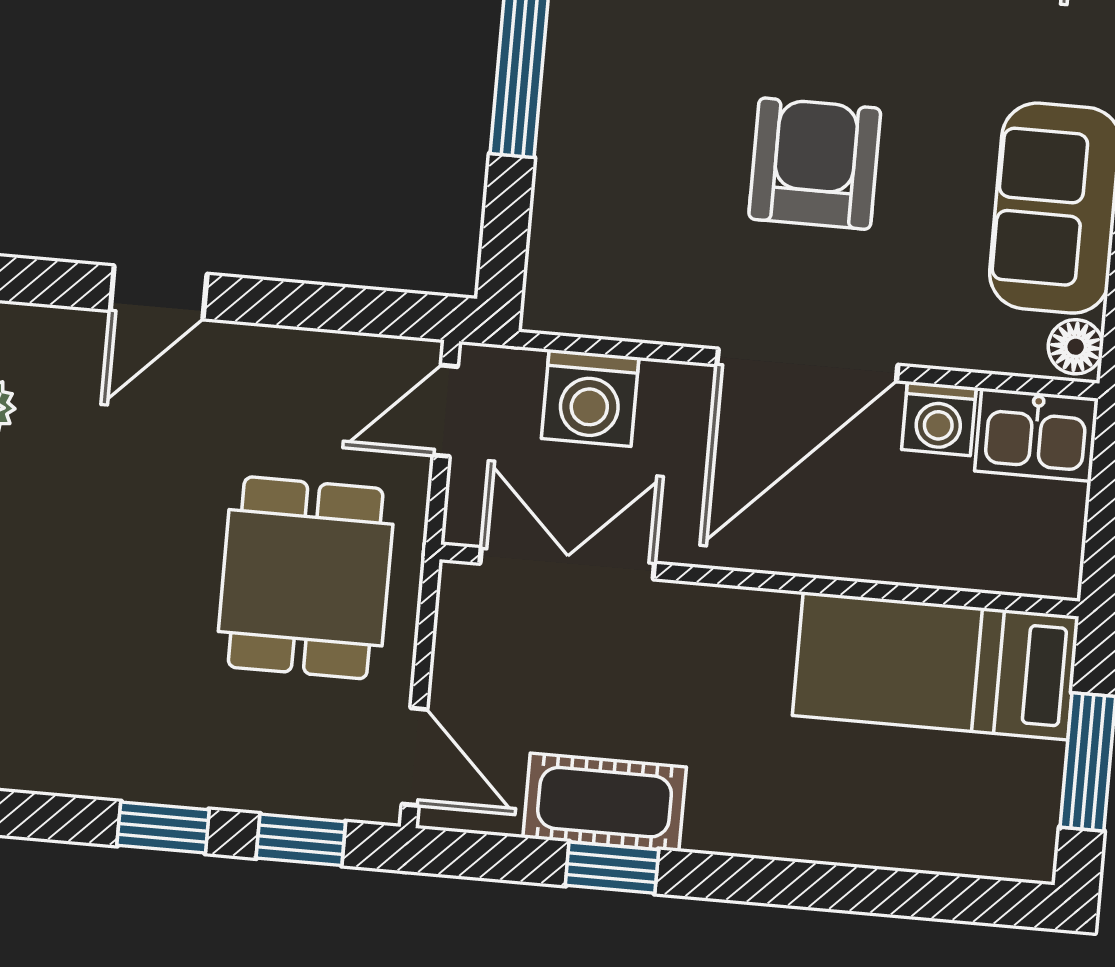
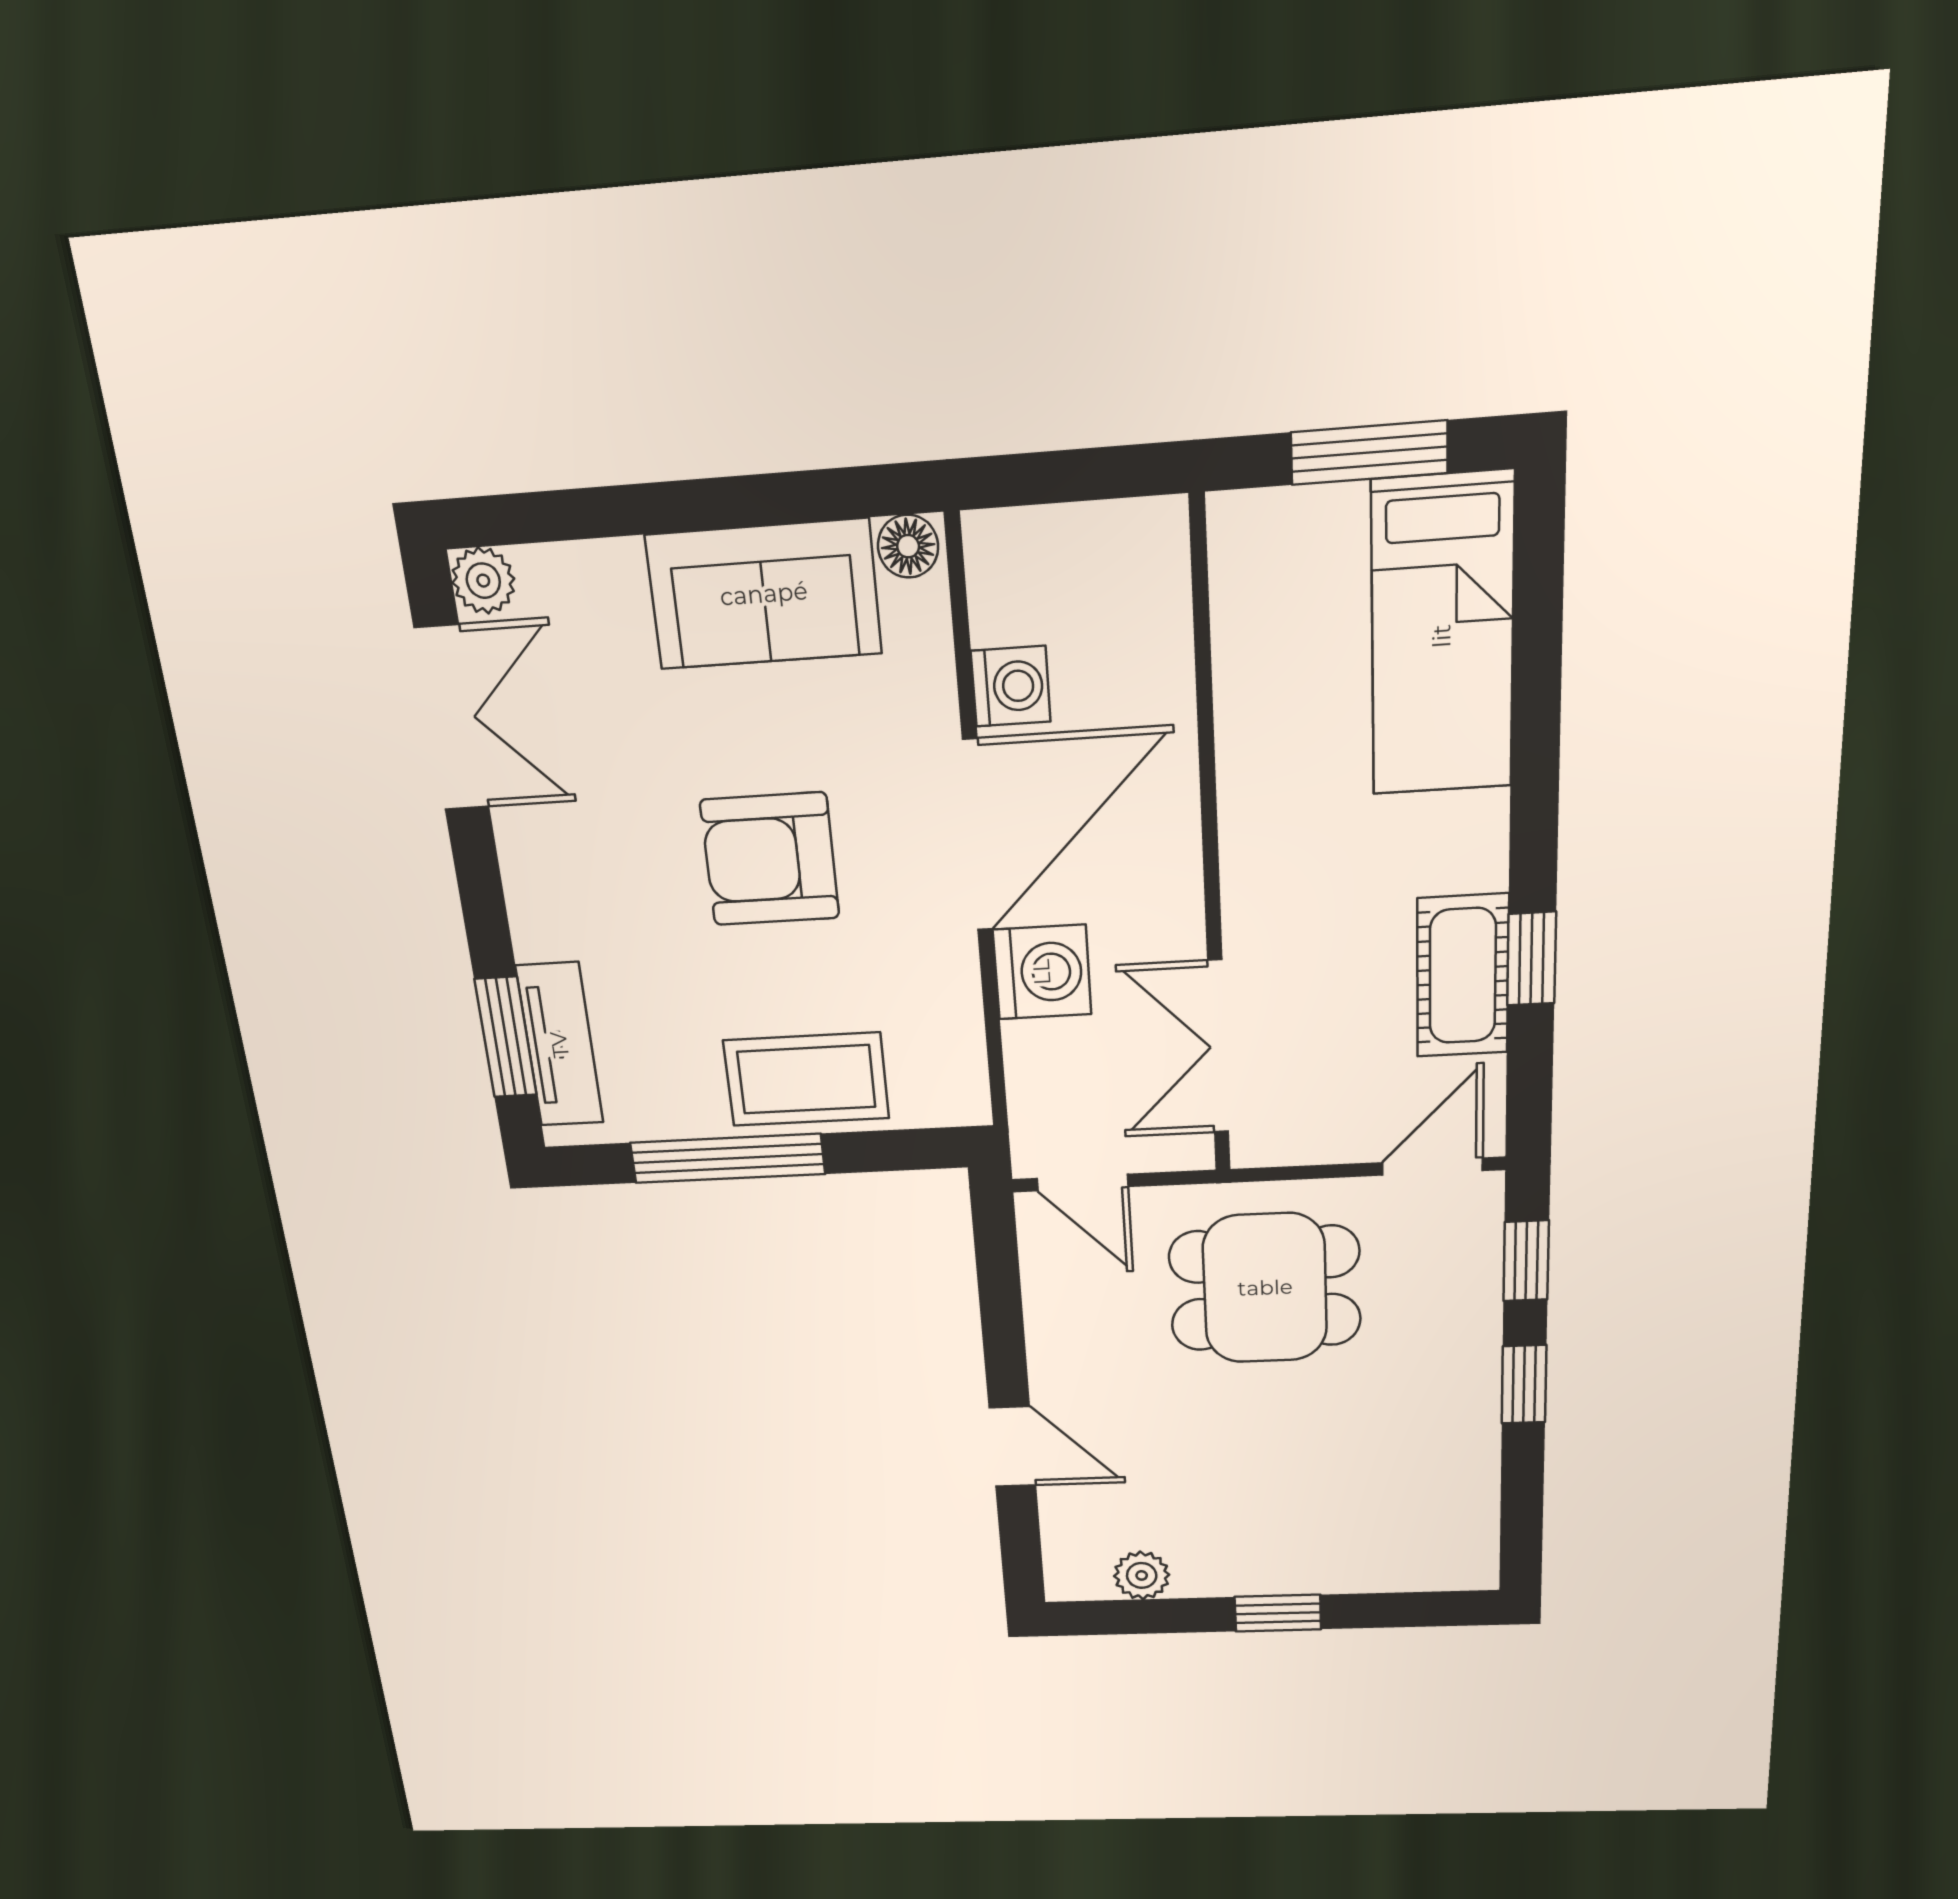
coffee table: (592, 155) -> (806, 1079), added
door: (807, 365) -> (978, 835), hinge flipped
washing machine: (590, 398) -> (1042, 972), moved
kitchen sink: (1036, 435) -> (1011, 575), removed
bed: (936, 666) -> (1442, 636), moved

